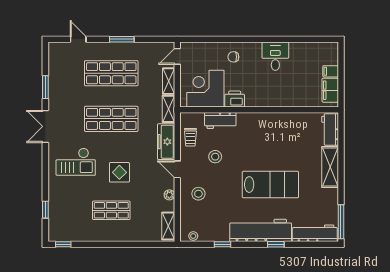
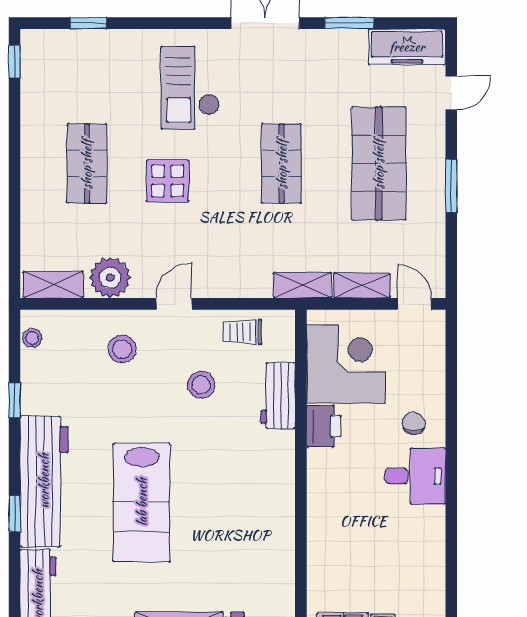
desk: (275, 56) -> (415, 476), moved
shop shelf: (111, 119) -> (282, 164), width x0.70, depth x0.74
freezer: (166, 142) -> (407, 47), moved, turned 180
plant: (169, 195) -> (110, 278), width x1.87, depth x1.87

